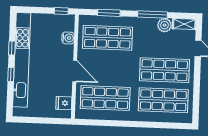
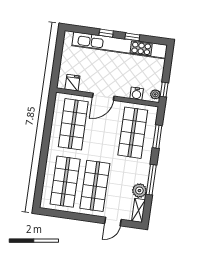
plant: (67, 19) -> (155, 94), added

